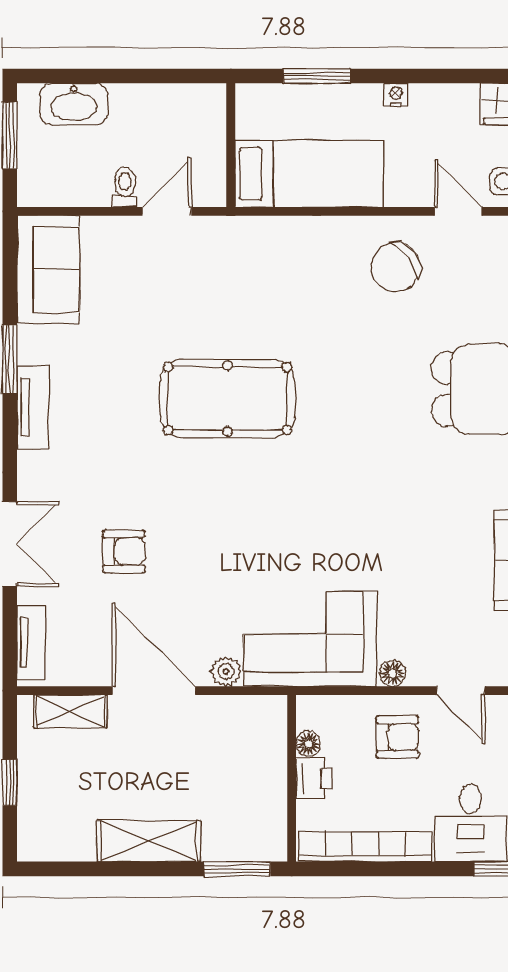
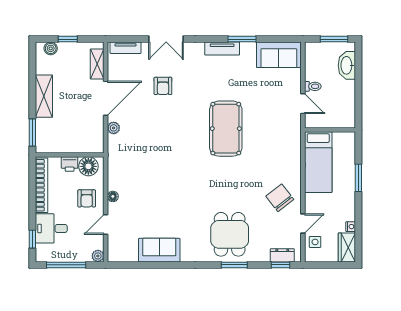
window: (317, 76) -> (358, 178), moved
nightstand: (396, 95) -> (351, 227), moved
corner sofa: (310, 639) -> (127, 163), removed
floor lamp: (308, 744) -> (88, 166), width x1.89, depth x1.89
boiler: (33, 824) -> (51, 48), added

